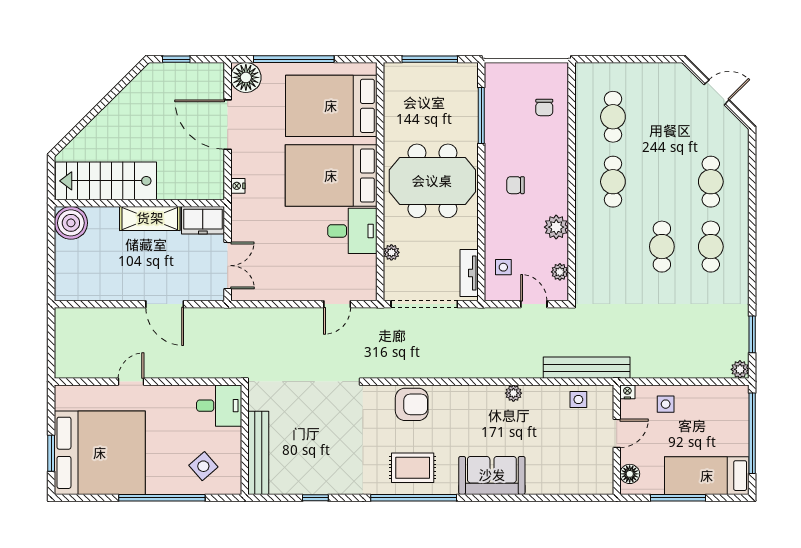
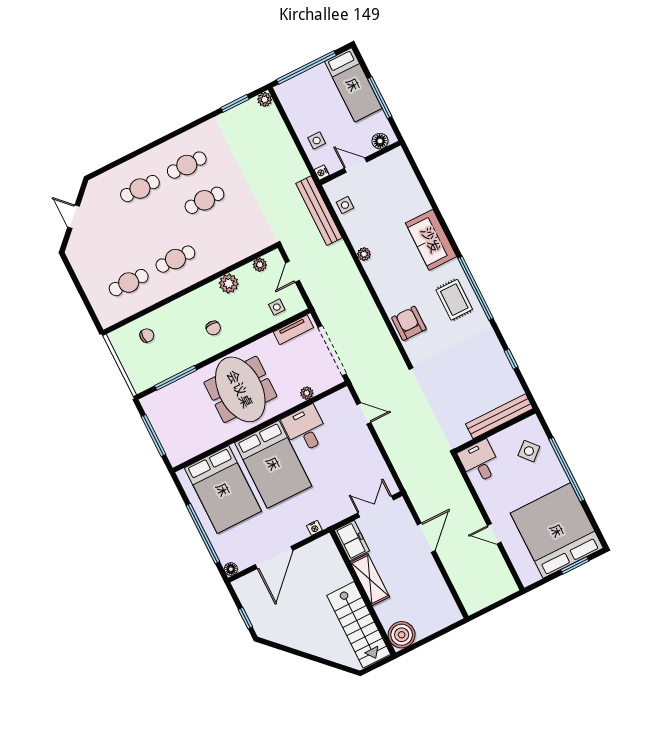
floor lamp: (246, 77) -> (231, 569), width x0.53, depth x0.53

